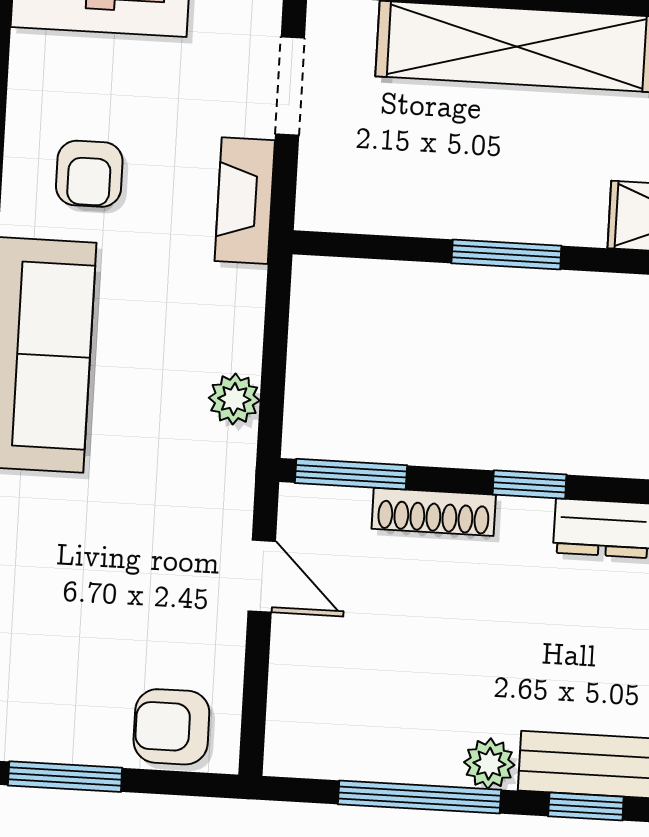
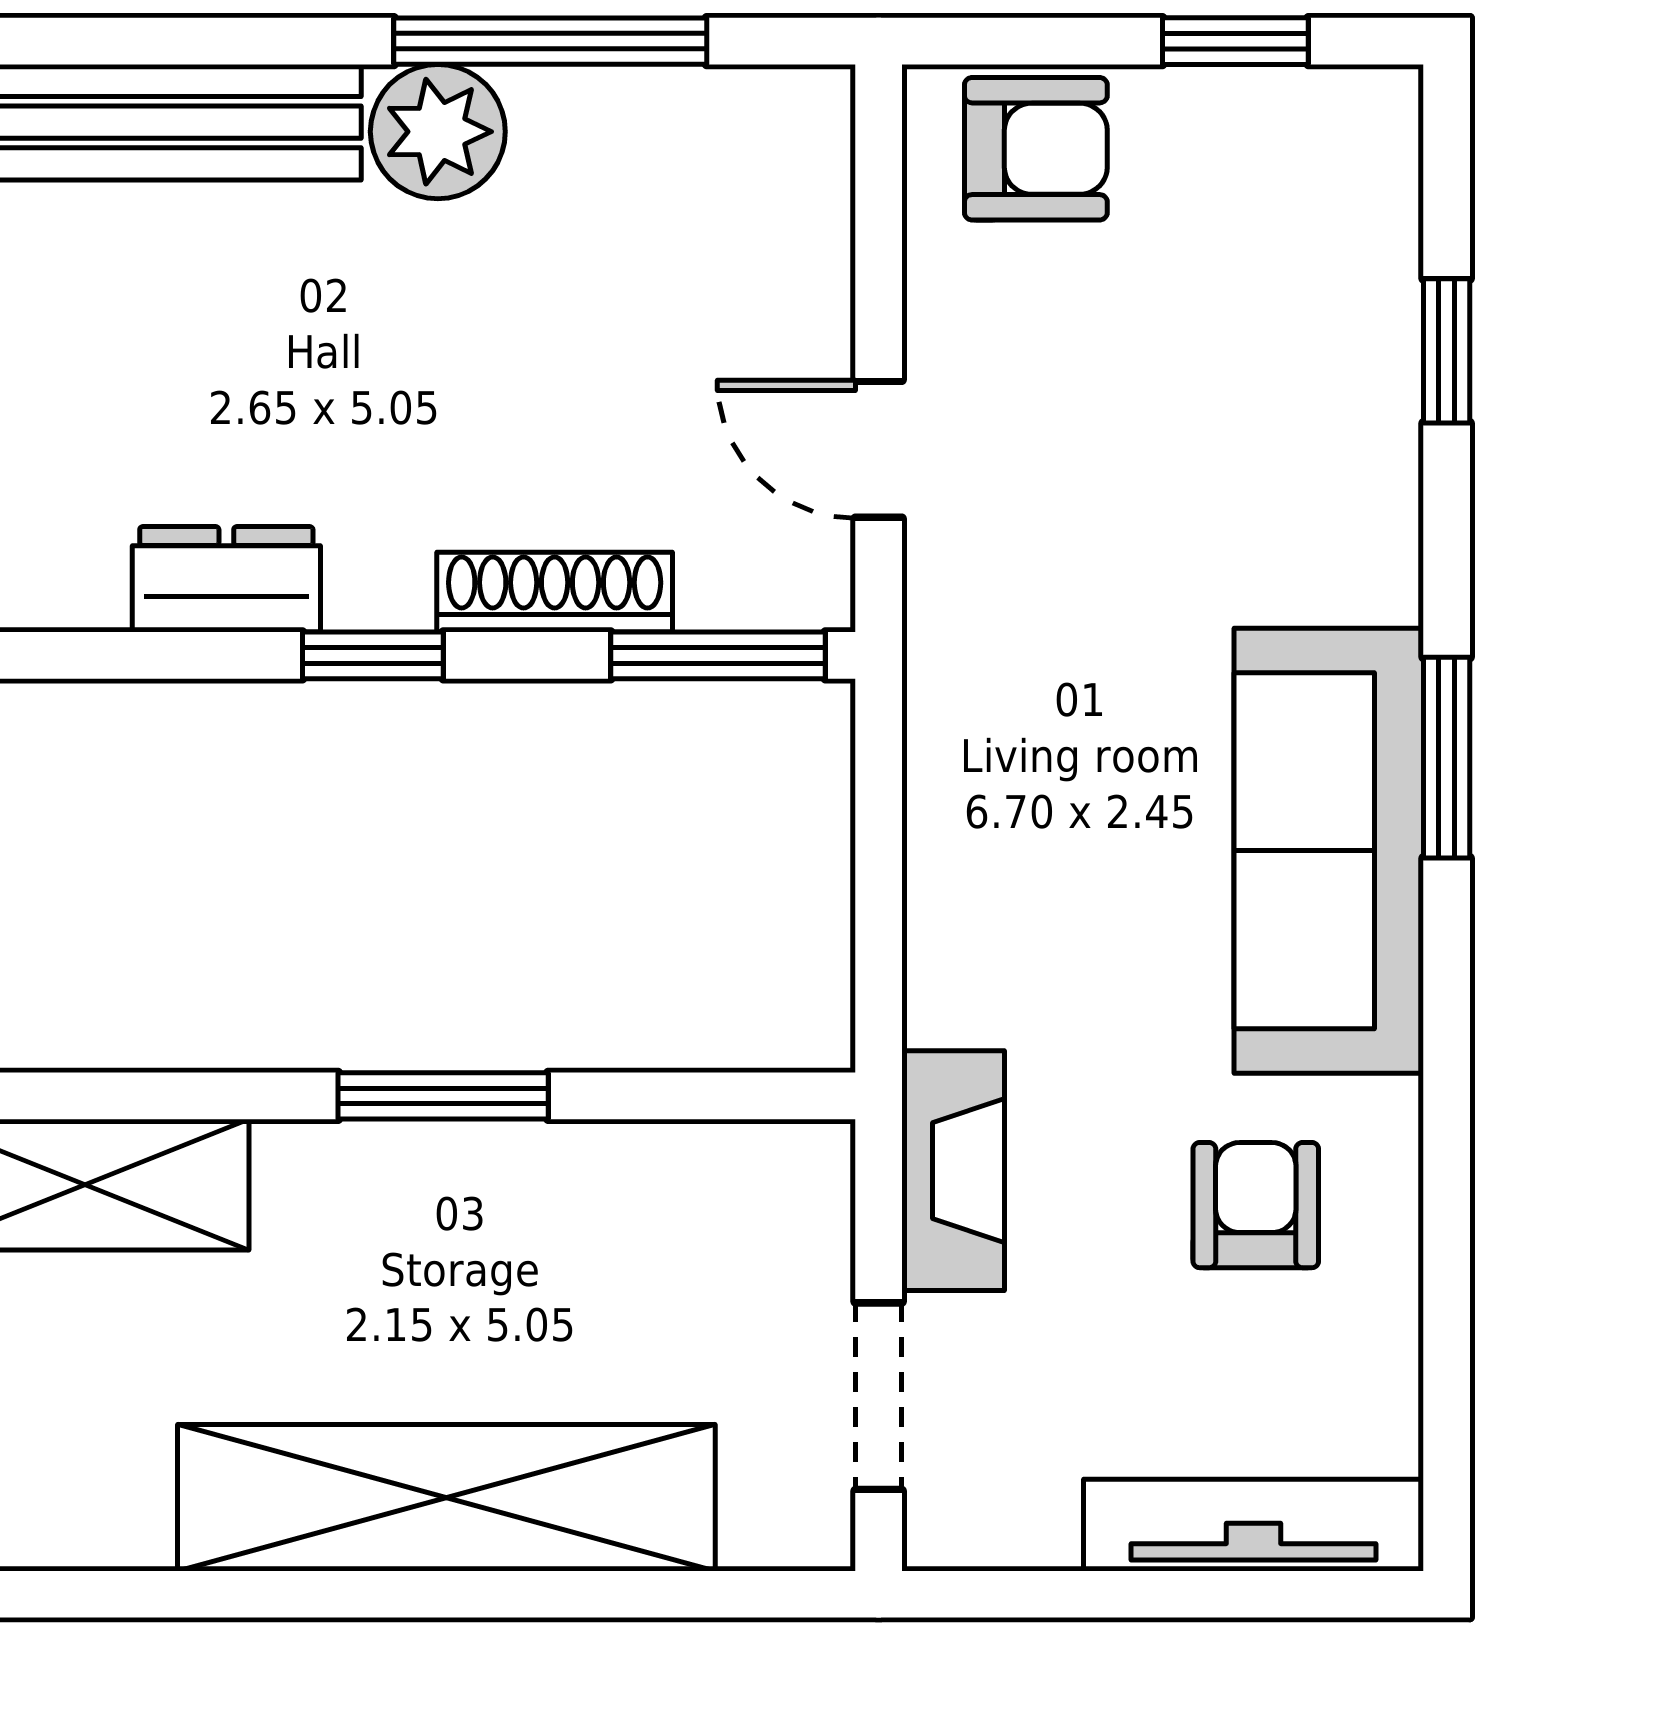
plant: (234, 399) -> (951, 787), removed
plant: (489, 764) -> (438, 132), width x1.38, depth x1.38
window: (65, 777) -> (1235, 41), width x0.67
window: (586, 807) -> (229, 41), removed

